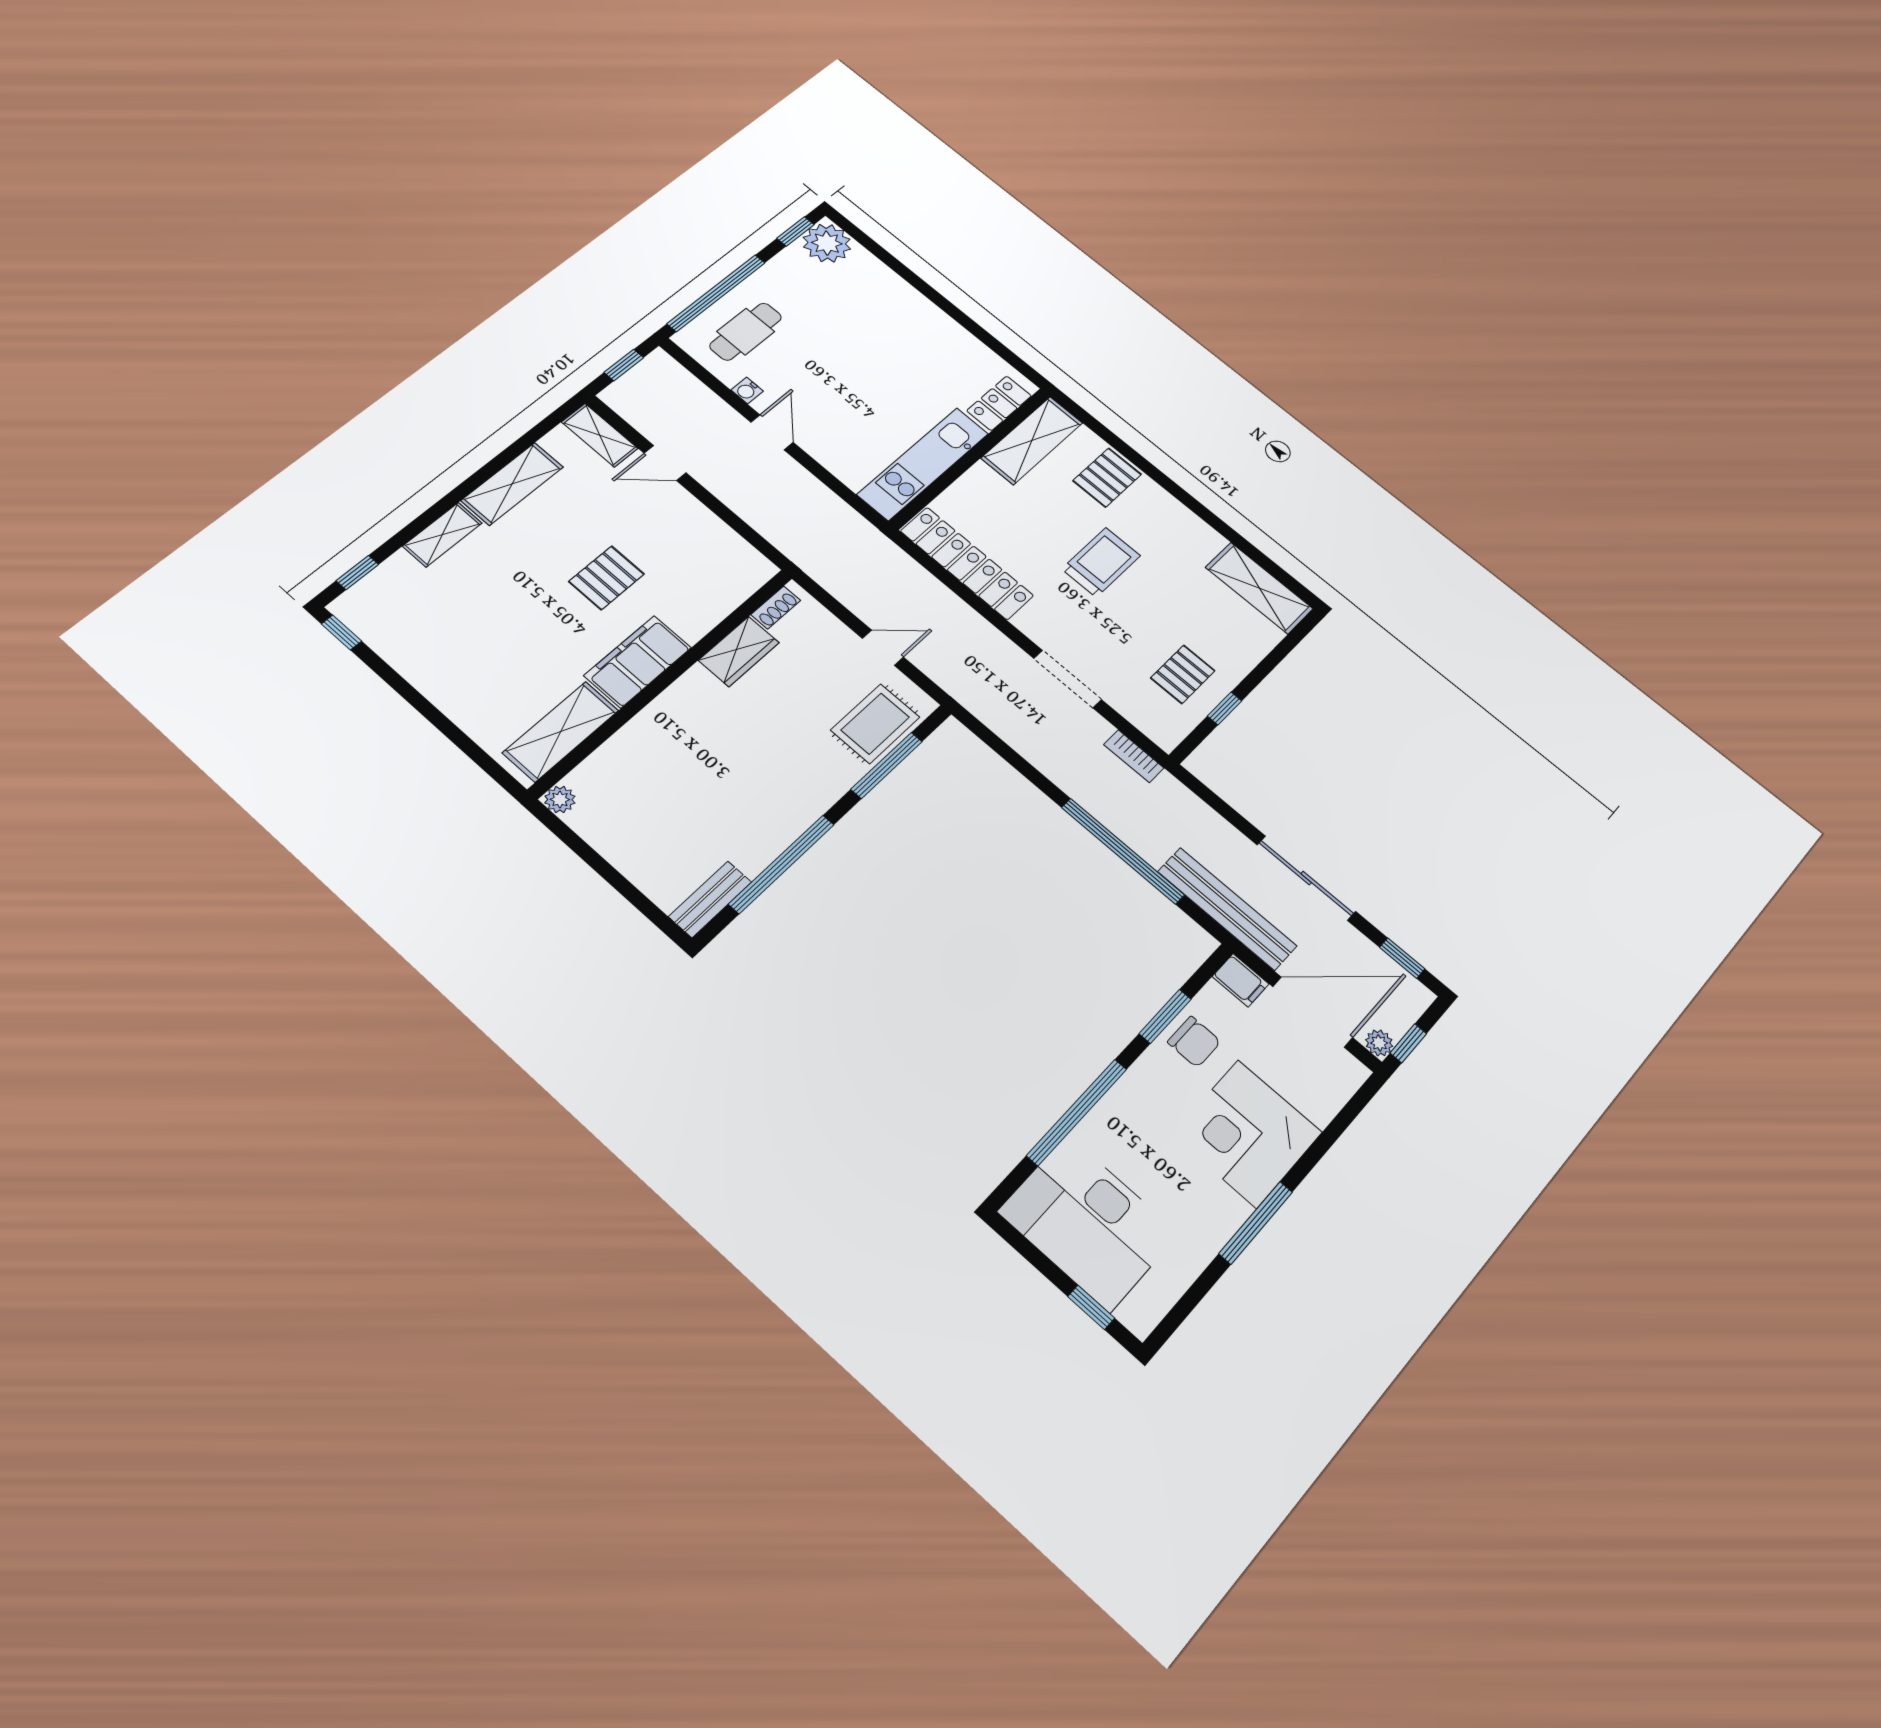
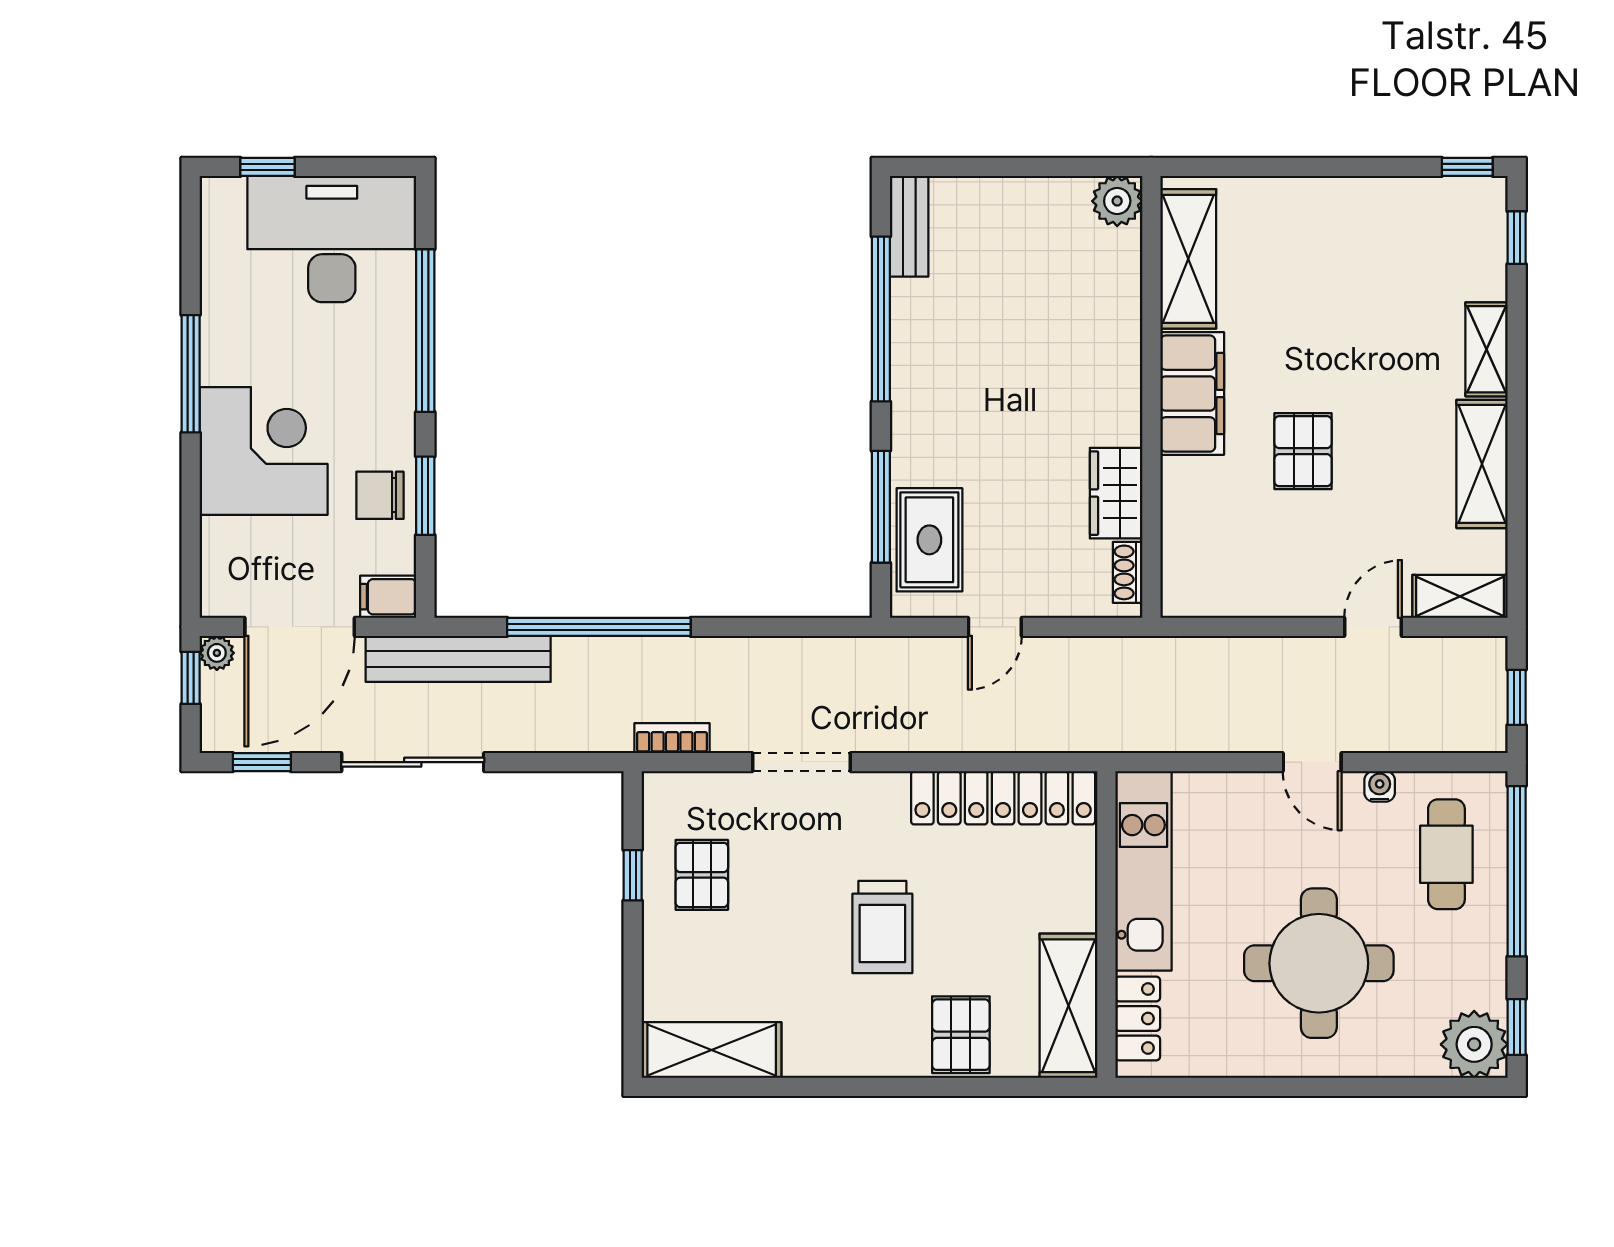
round table: (871, 344) -> (1319, 963), added
plant: (560, 800) -> (1117, 201), width x1.38, depth x1.38

